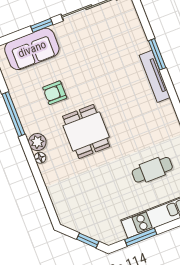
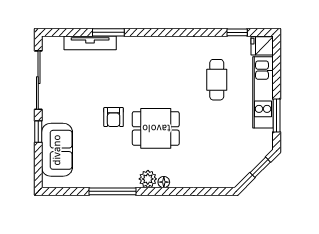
tv unit: (155, 76) -> (90, 43), moved
armchair: (55, 93) -> (114, 117), moved

